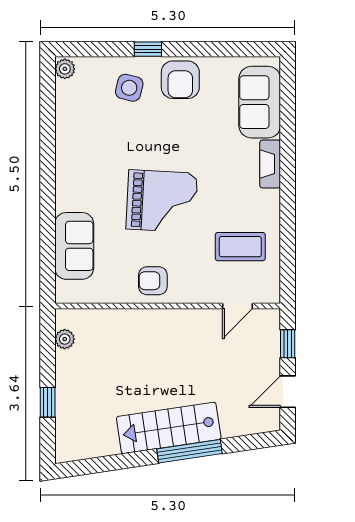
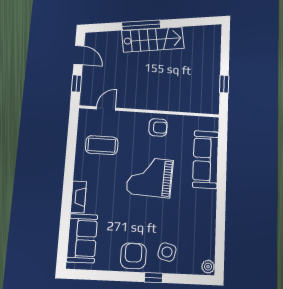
sofa: (74, 246) -> (206, 159), width x1.36
plant: (65, 339) -> (213, 96), removed
door: (288, 392) -> (79, 55), hinge flipped
window: (48, 402) -> (224, 84), moved

